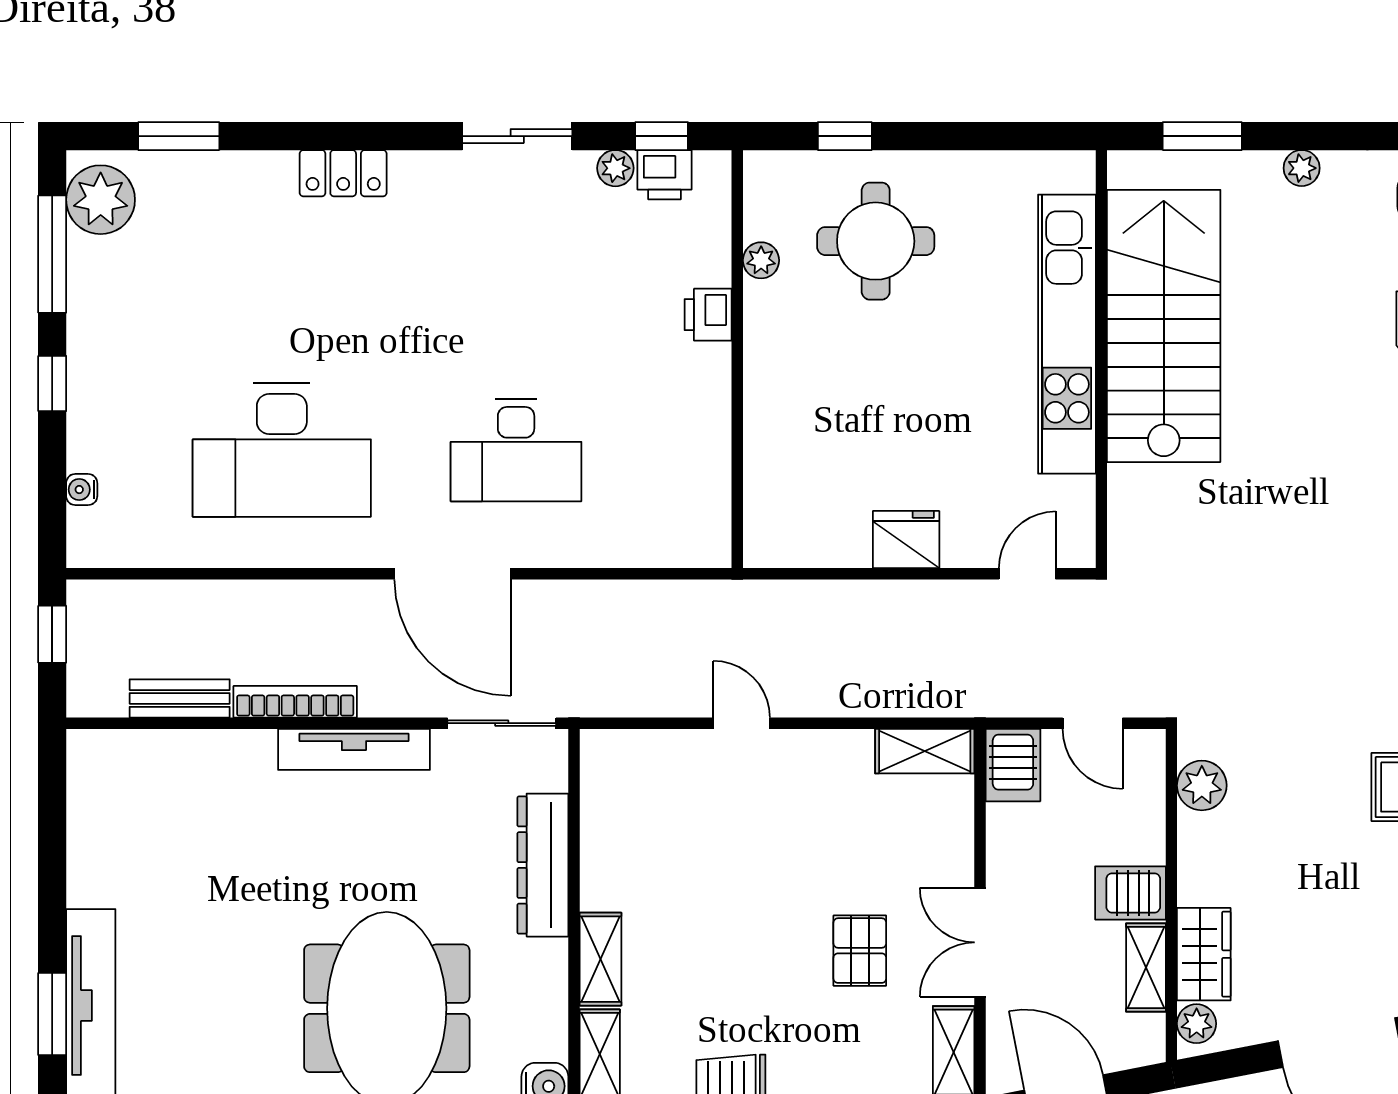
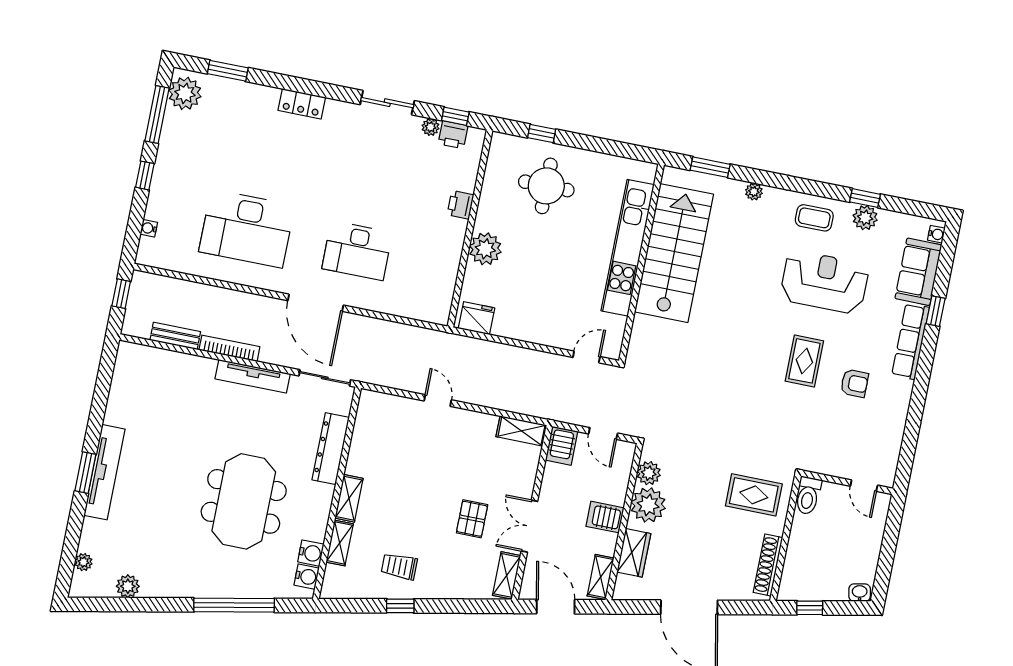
plant: (761, 260) -> (485, 249), moved, width x1.88, depth x1.88
fridge: (906, 540) -> (477, 318), moved
shelving: (1146, 968) -> (601, 577), moved
plant: (1197, 1024) -> (648, 505), moved, width x1.87, depth x1.87

